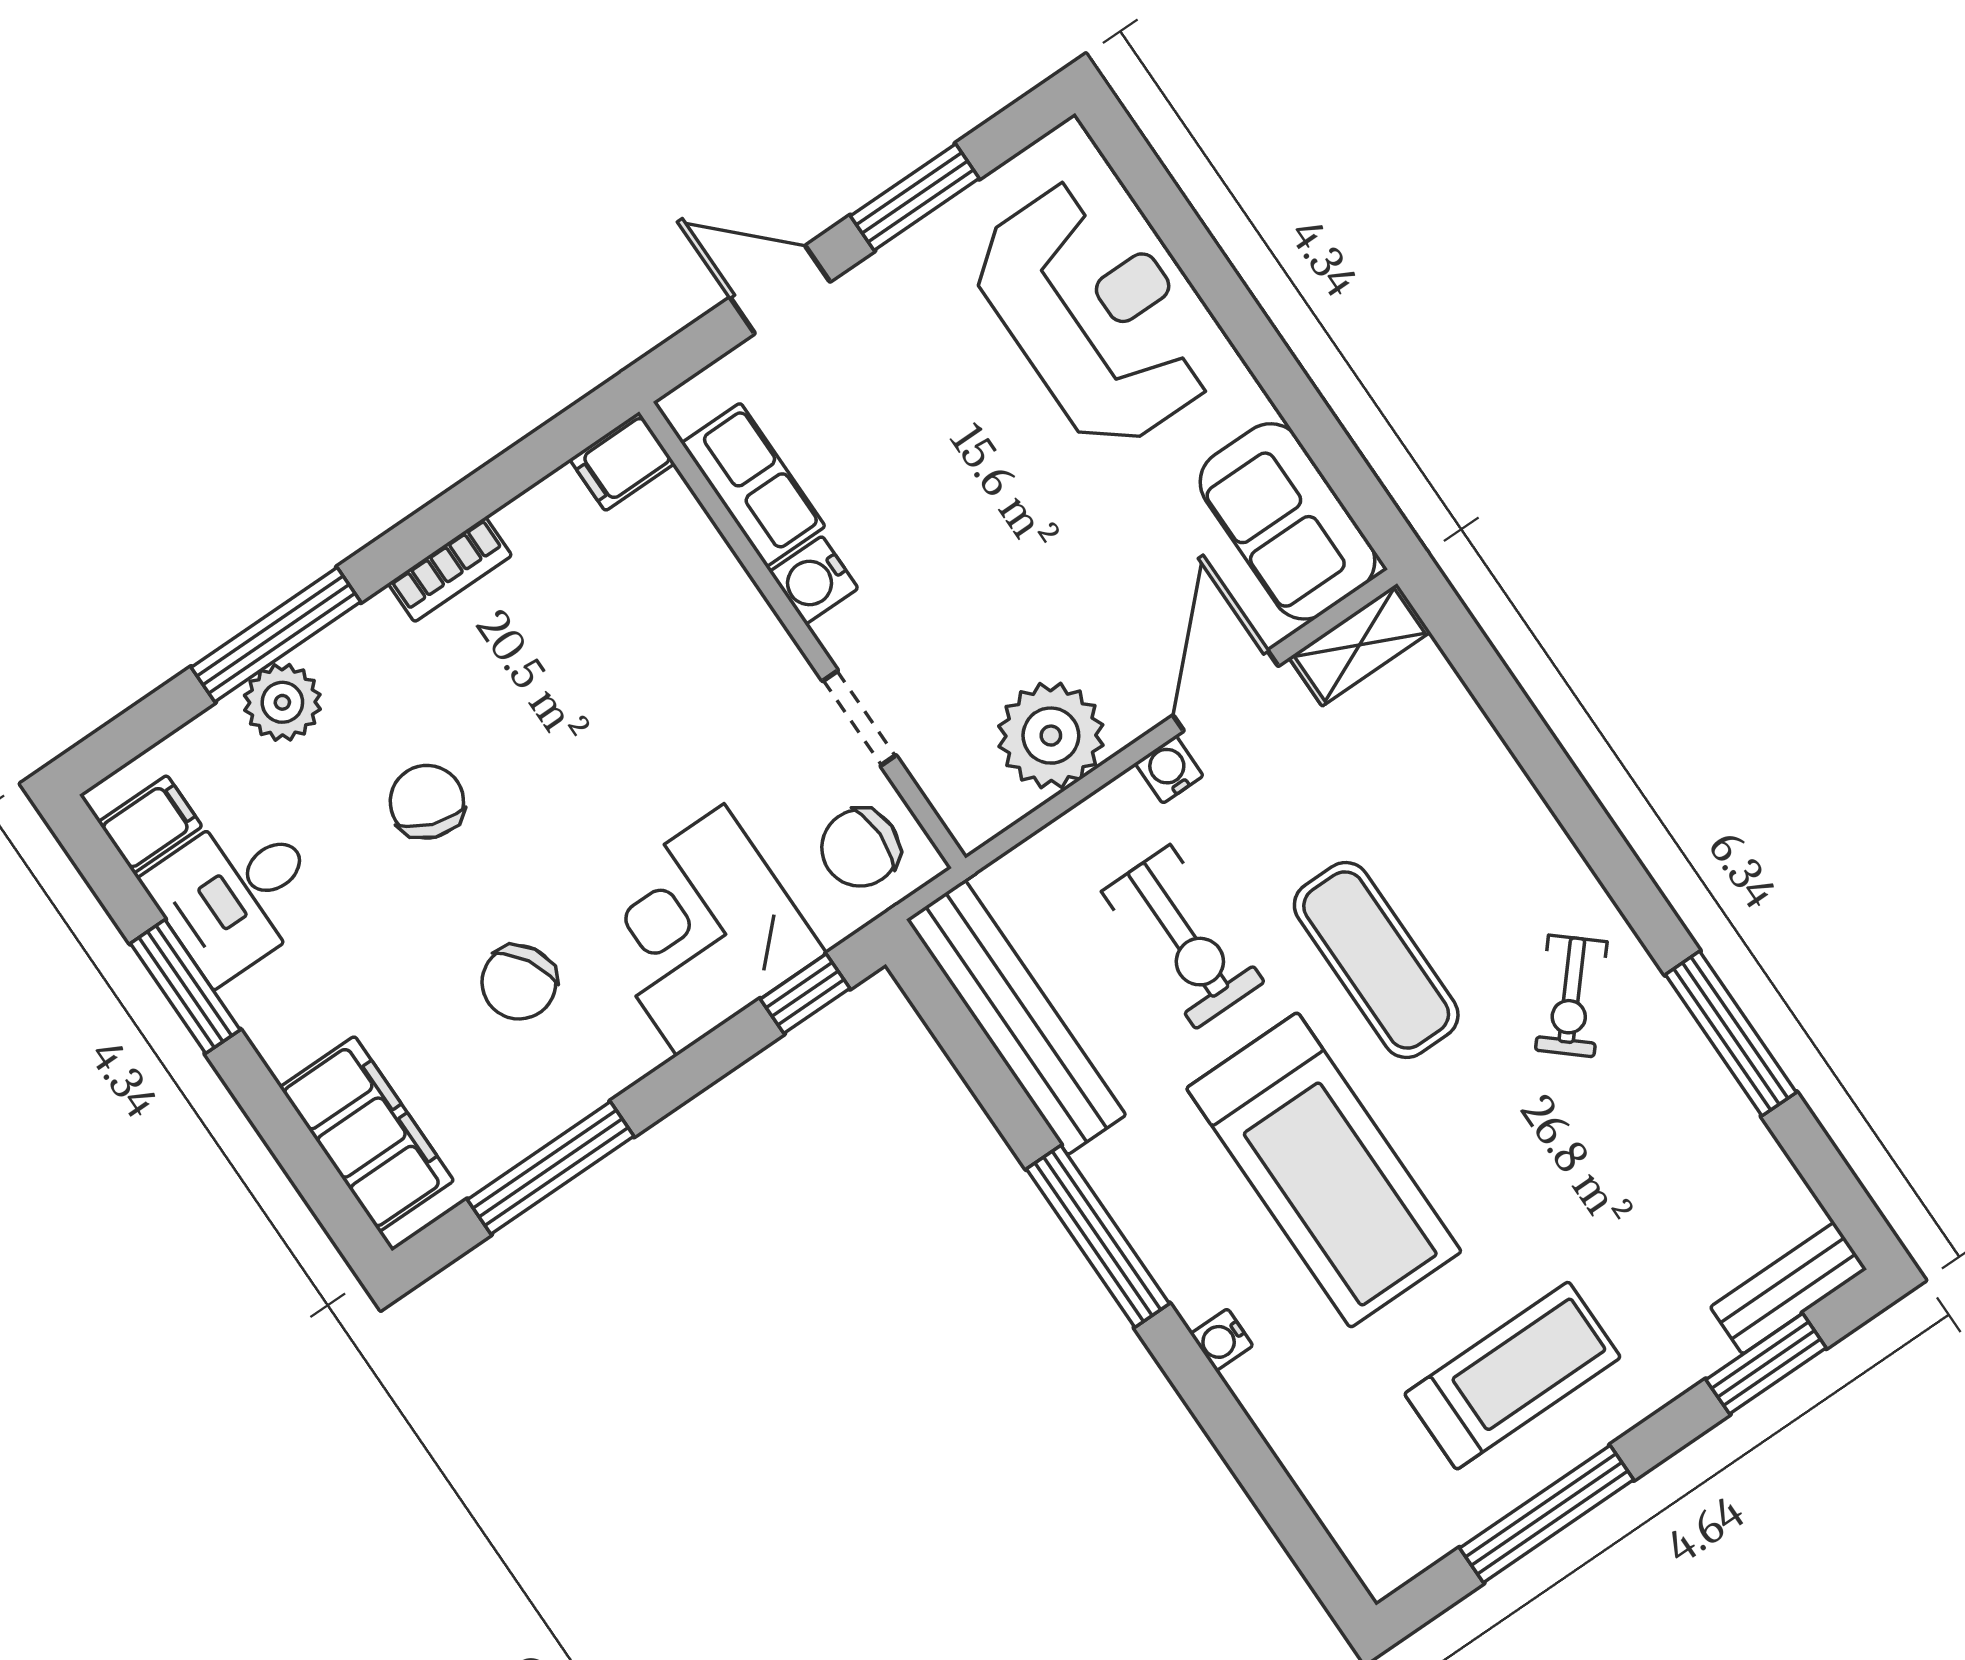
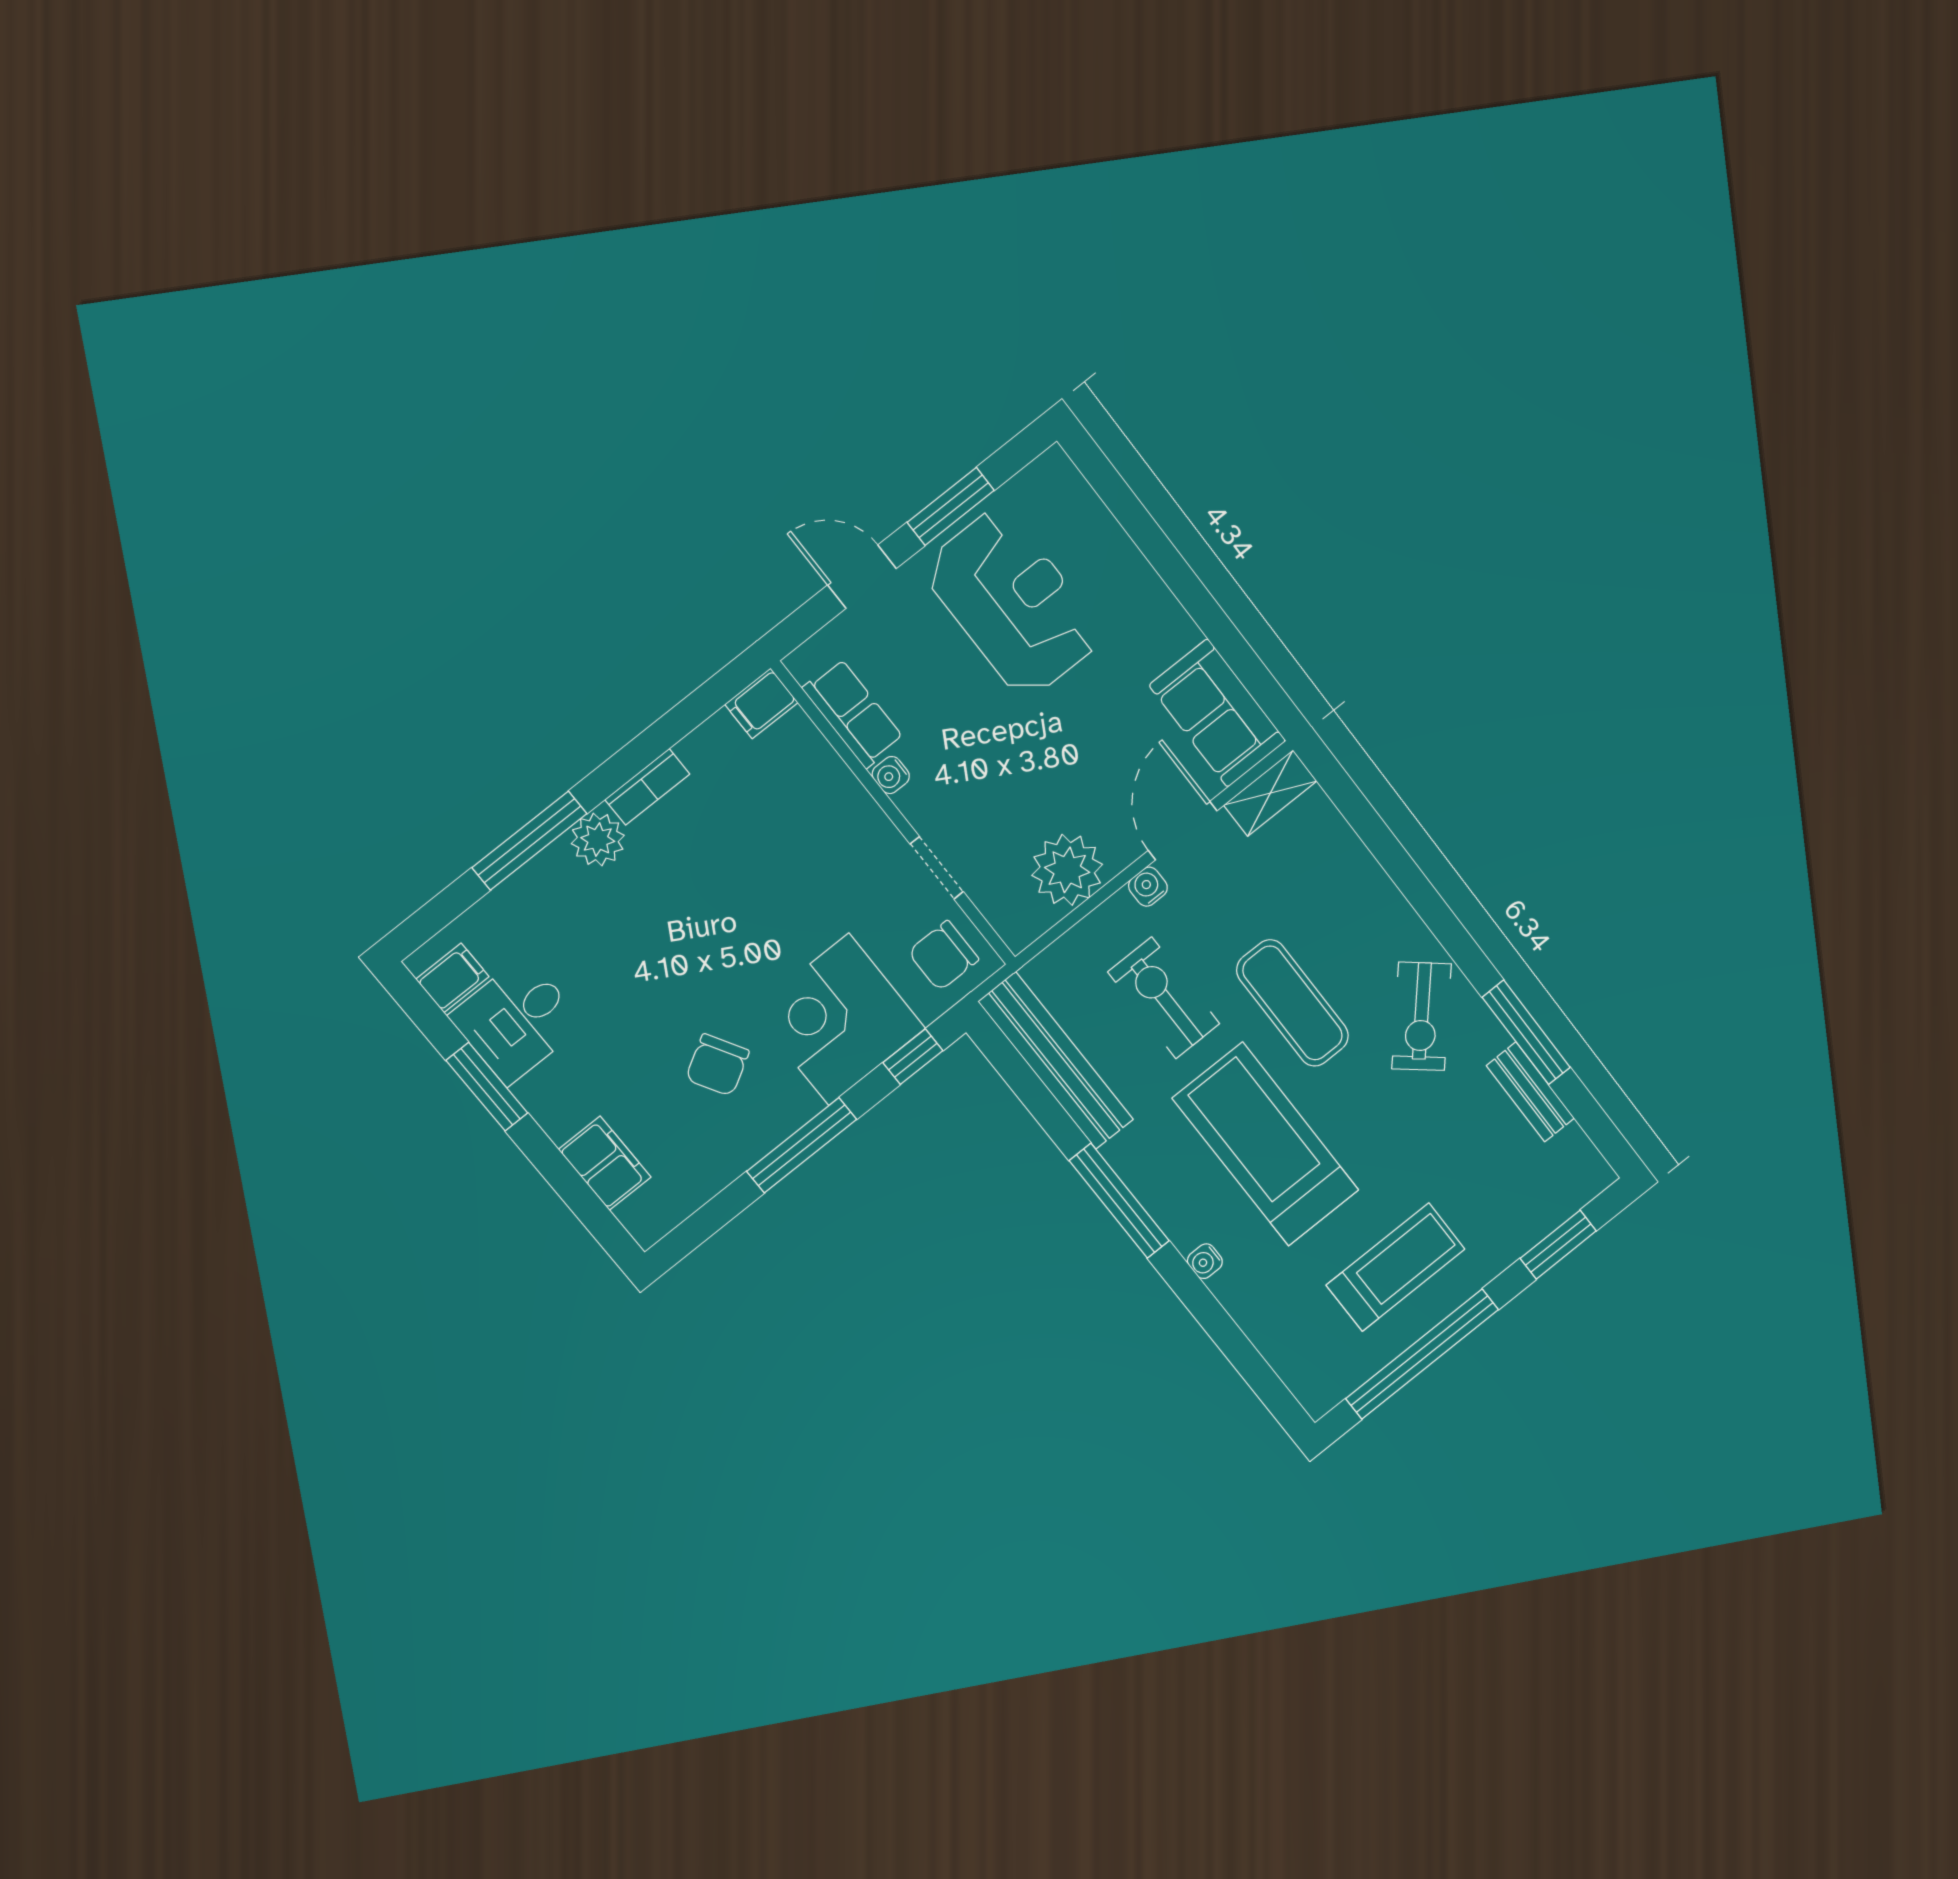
reception desk: (1094, 314) -> (1013, 603), moved
water cooler: (814, 580) -> (891, 775), width x0.72, depth x0.72
plant: (282, 702) -> (598, 840), moved
chair: (427, 802) -> (644, 947), removed
exercise bike: (1183, 937) -> (1164, 998), turned 180
exercise bike: (1571, 996) -> (1422, 1016), width x1.38, depth x1.39
filing cabinet: (367, 1134) -> (605, 1163), width x0.67, depth x0.86
window: (551, 1168) -> (802, 1145), moved
treadmill: (1324, 1170) -> (1266, 1144), turned 180
bench: (1788, 1288) -> (1530, 1092), moved, turned 90
window: (1547, 1514) -> (1422, 1354), width x1.46

